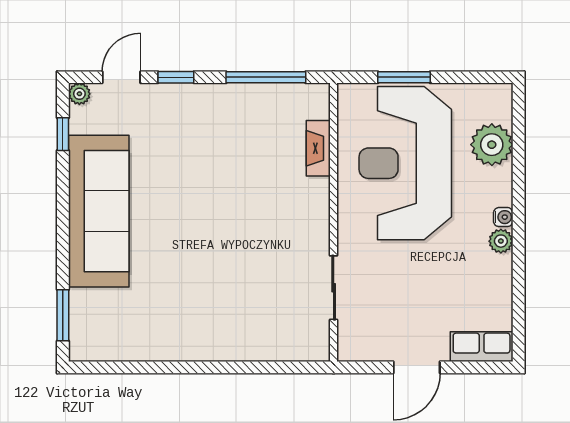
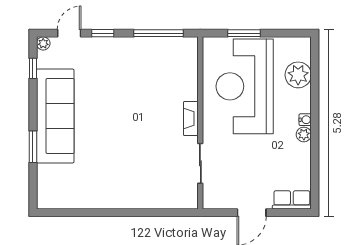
fireplace: (318, 148) -> (191, 119), moved
window: (63, 315) -> (33, 147), moved

